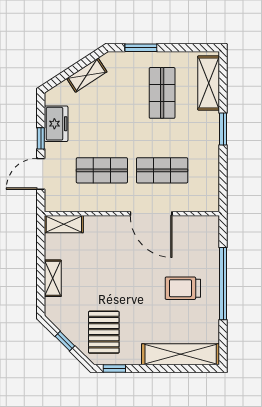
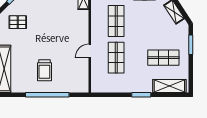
door: (151, 214) -> (90, 51), width x0.53
trolley: (183, 288) -> (44, 70), turned 180
pallet: (104, 332) -> (18, 22), width x0.67, depth x0.71

